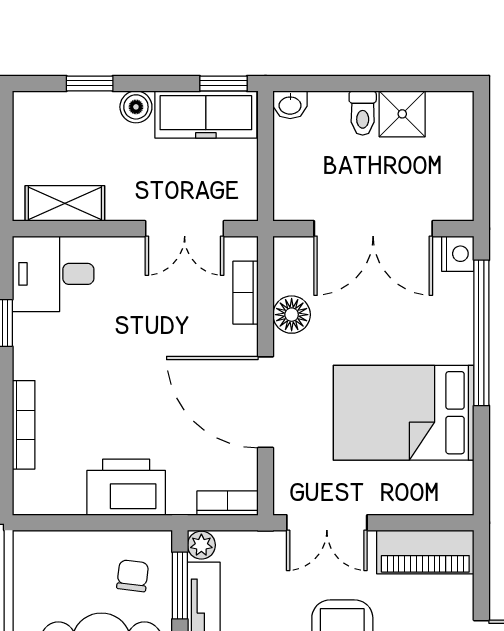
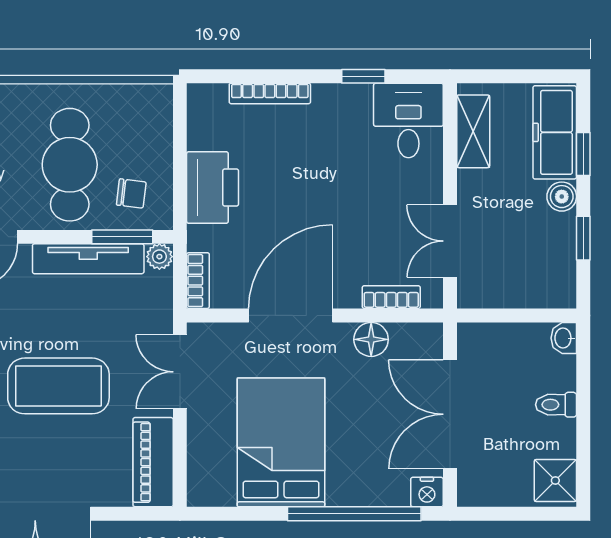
window: (223, 83) -> (583, 238), moved
shower: (402, 114) -> (555, 480), moved
freezer: (206, 115) -> (555, 132), moved

